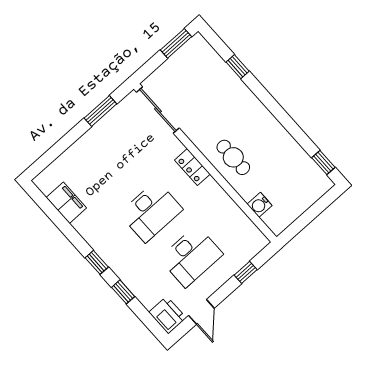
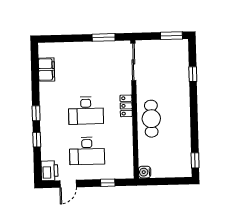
cafe table: (233, 157) -> (151, 119), width x1.37, depth x1.35
water cooler: (260, 205) -> (145, 172), moved

